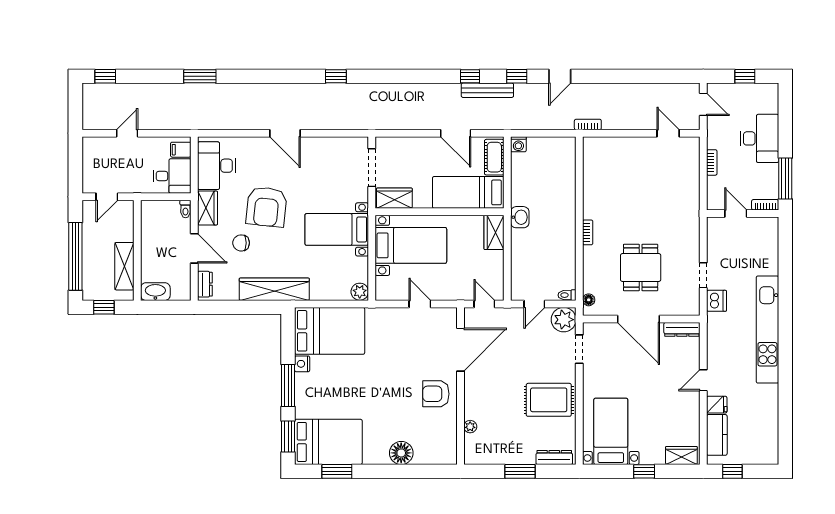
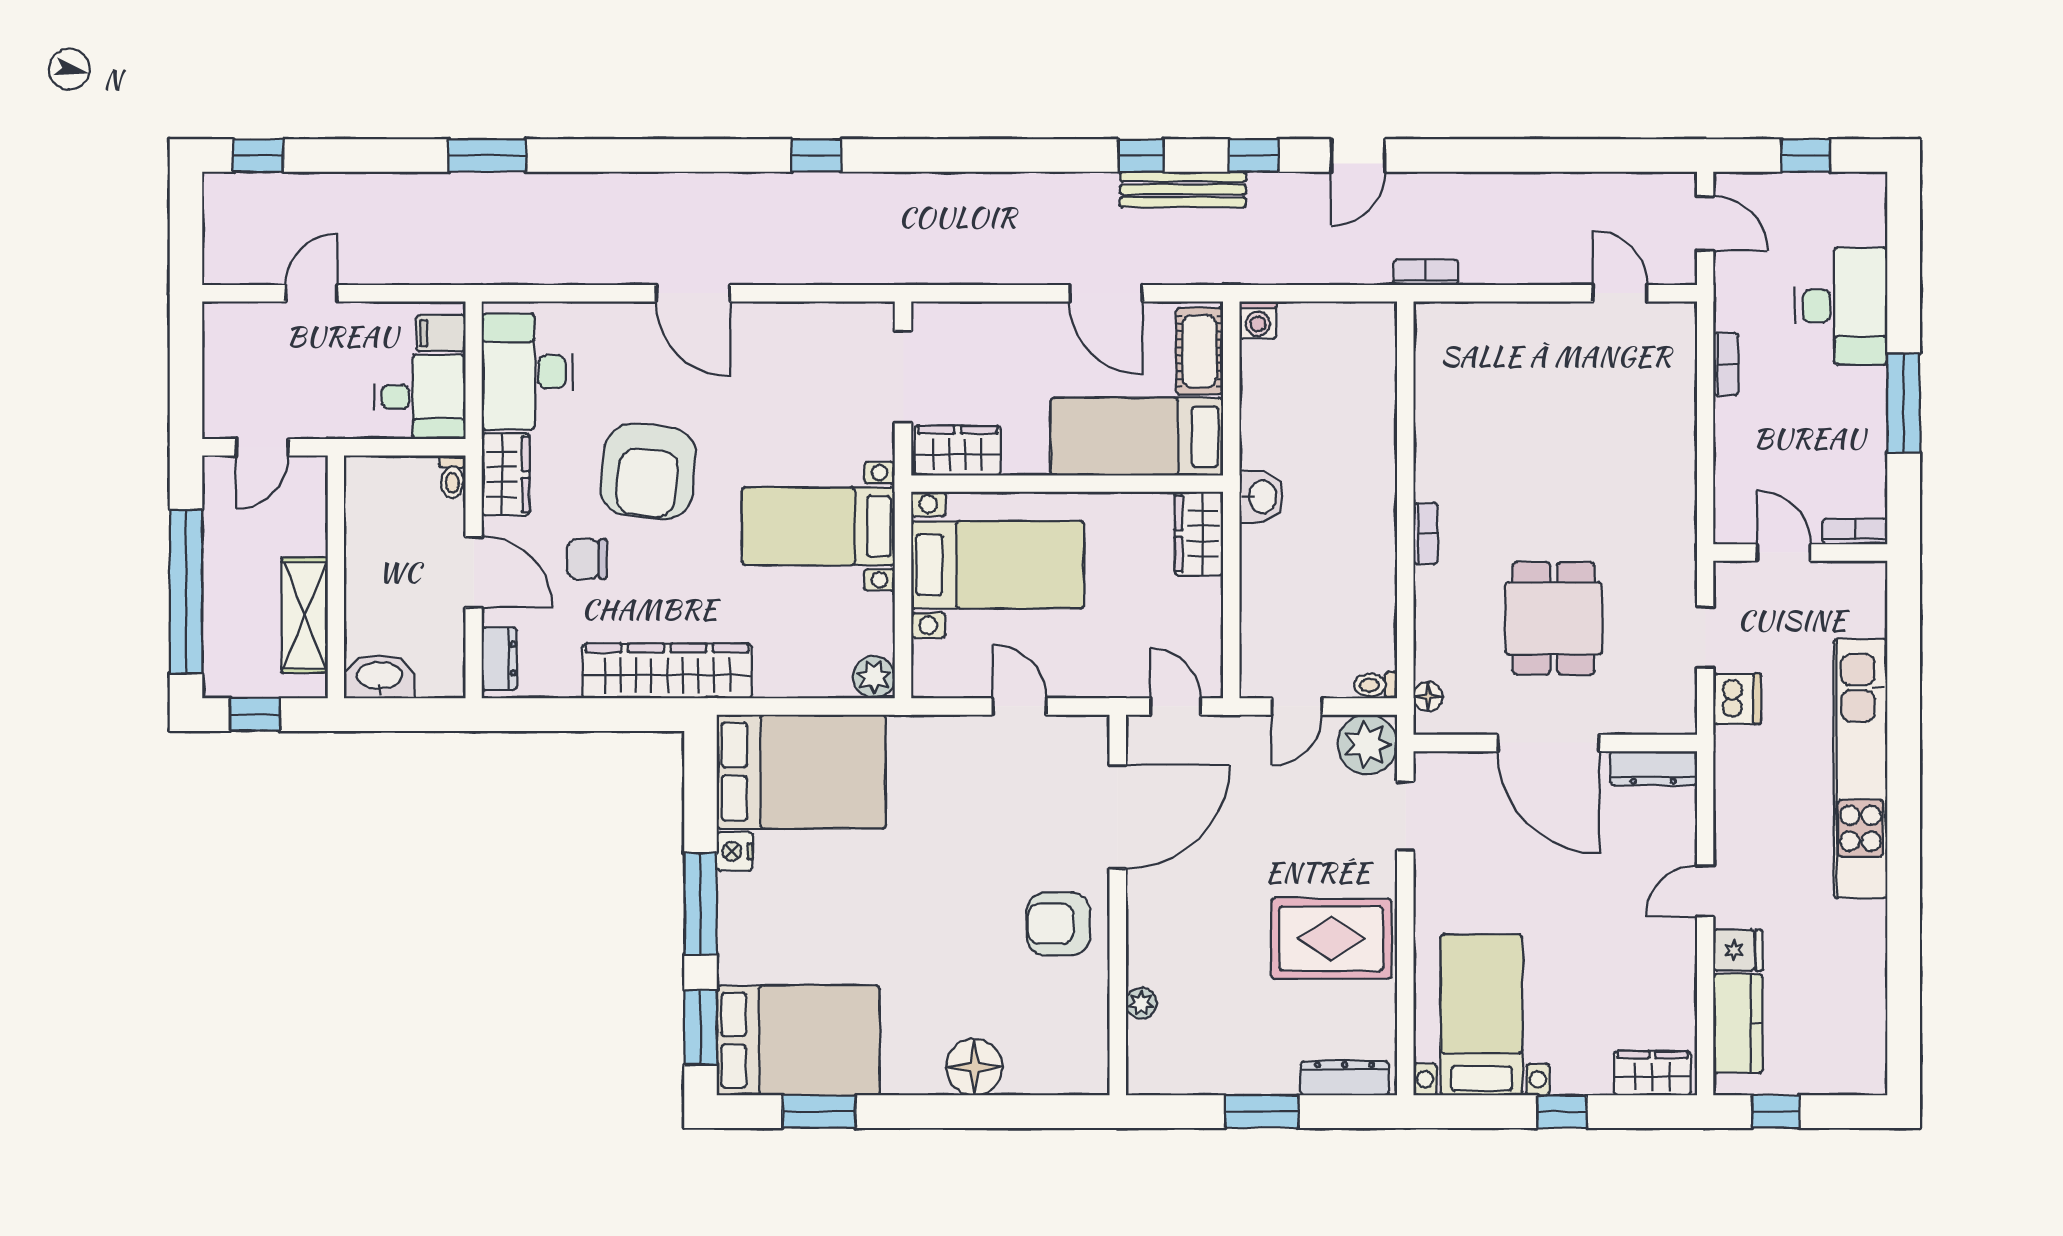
bookcase: (765, 205) -> (1855, 531), moved
door: (736, 214) -> (1784, 553), moved
wall: (743, 214) -> (1800, 553), moved

